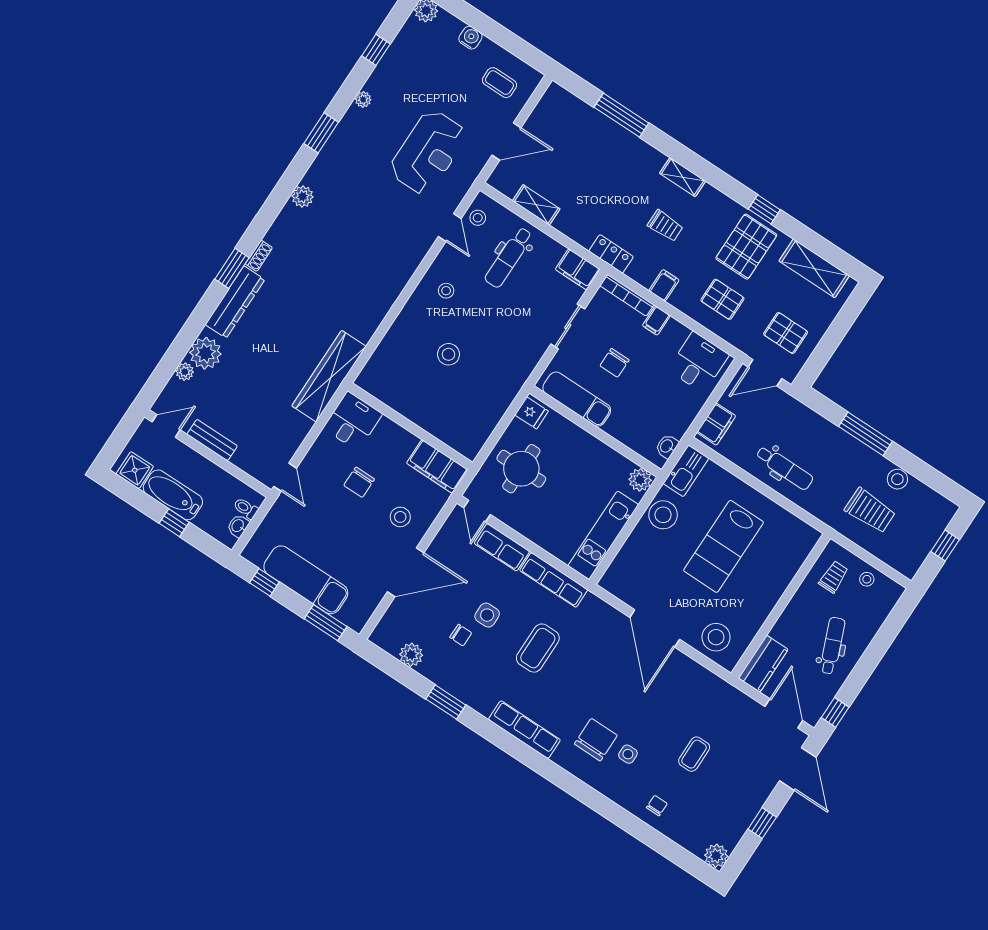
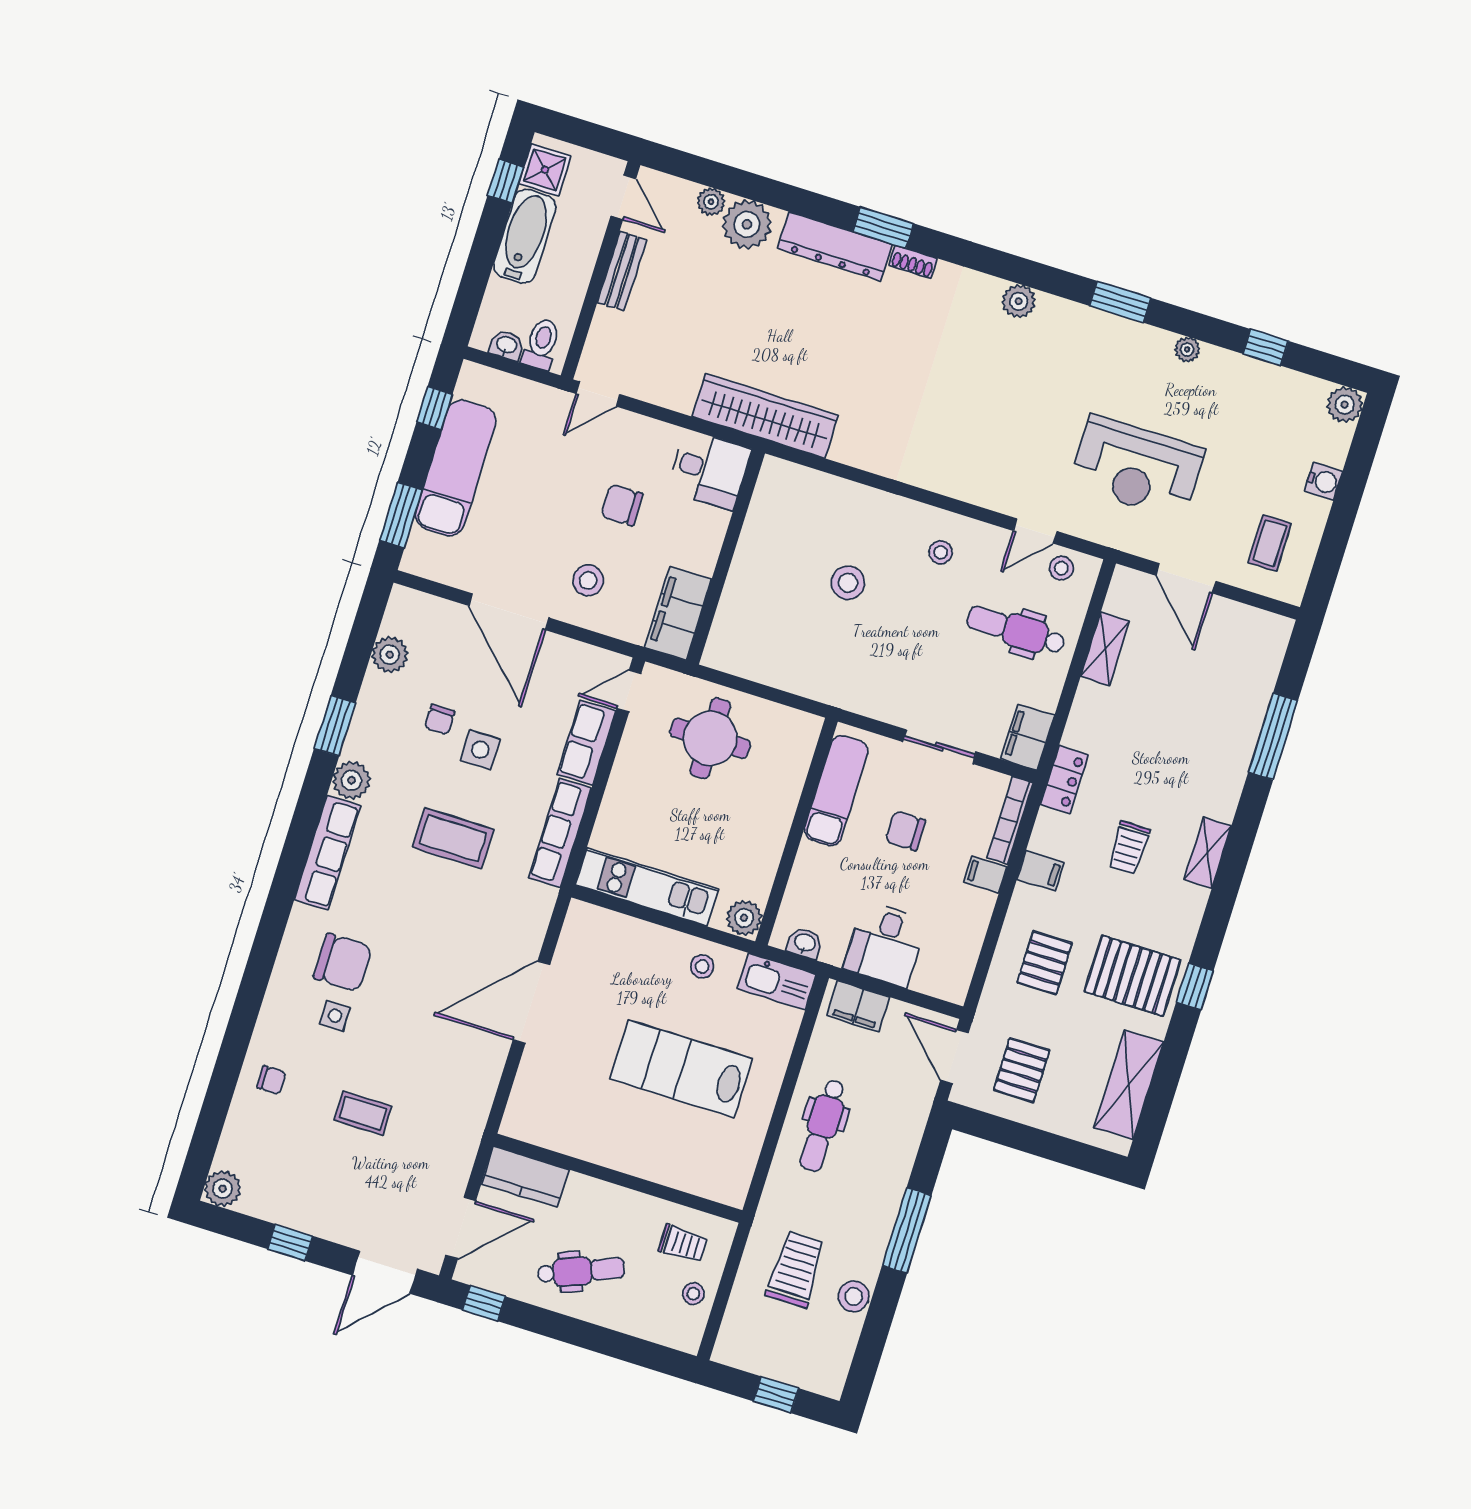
desk: (698, 362) -> (885, 944), moved, turned 90
fridge: (532, 413) -> (797, 730), removed
toilet: (246, 508) -> (541, 344), width x1.37, depth x1.39
trolley: (870, 511) -> (796, 1269), turned 180
stool: (663, 515) -> (702, 966), width x0.53, depth x0.53
window: (174, 523) -> (506, 181), moved
stool: (716, 637) -> (544, 1096), removed
plant: (483, 701) -> (351, 780), added

